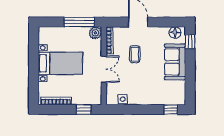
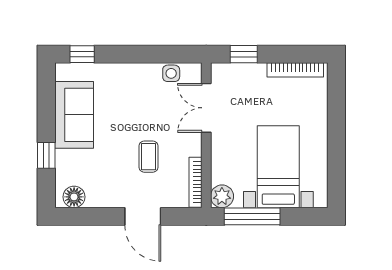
window: (190, 42) -> (46, 155), moved
sofa: (175, 62) -> (74, 115), moved
bed with nightstands: (60, 63) -> (278, 167), moved, turned 90
double door: (104, 69) -> (206, 108), moved

